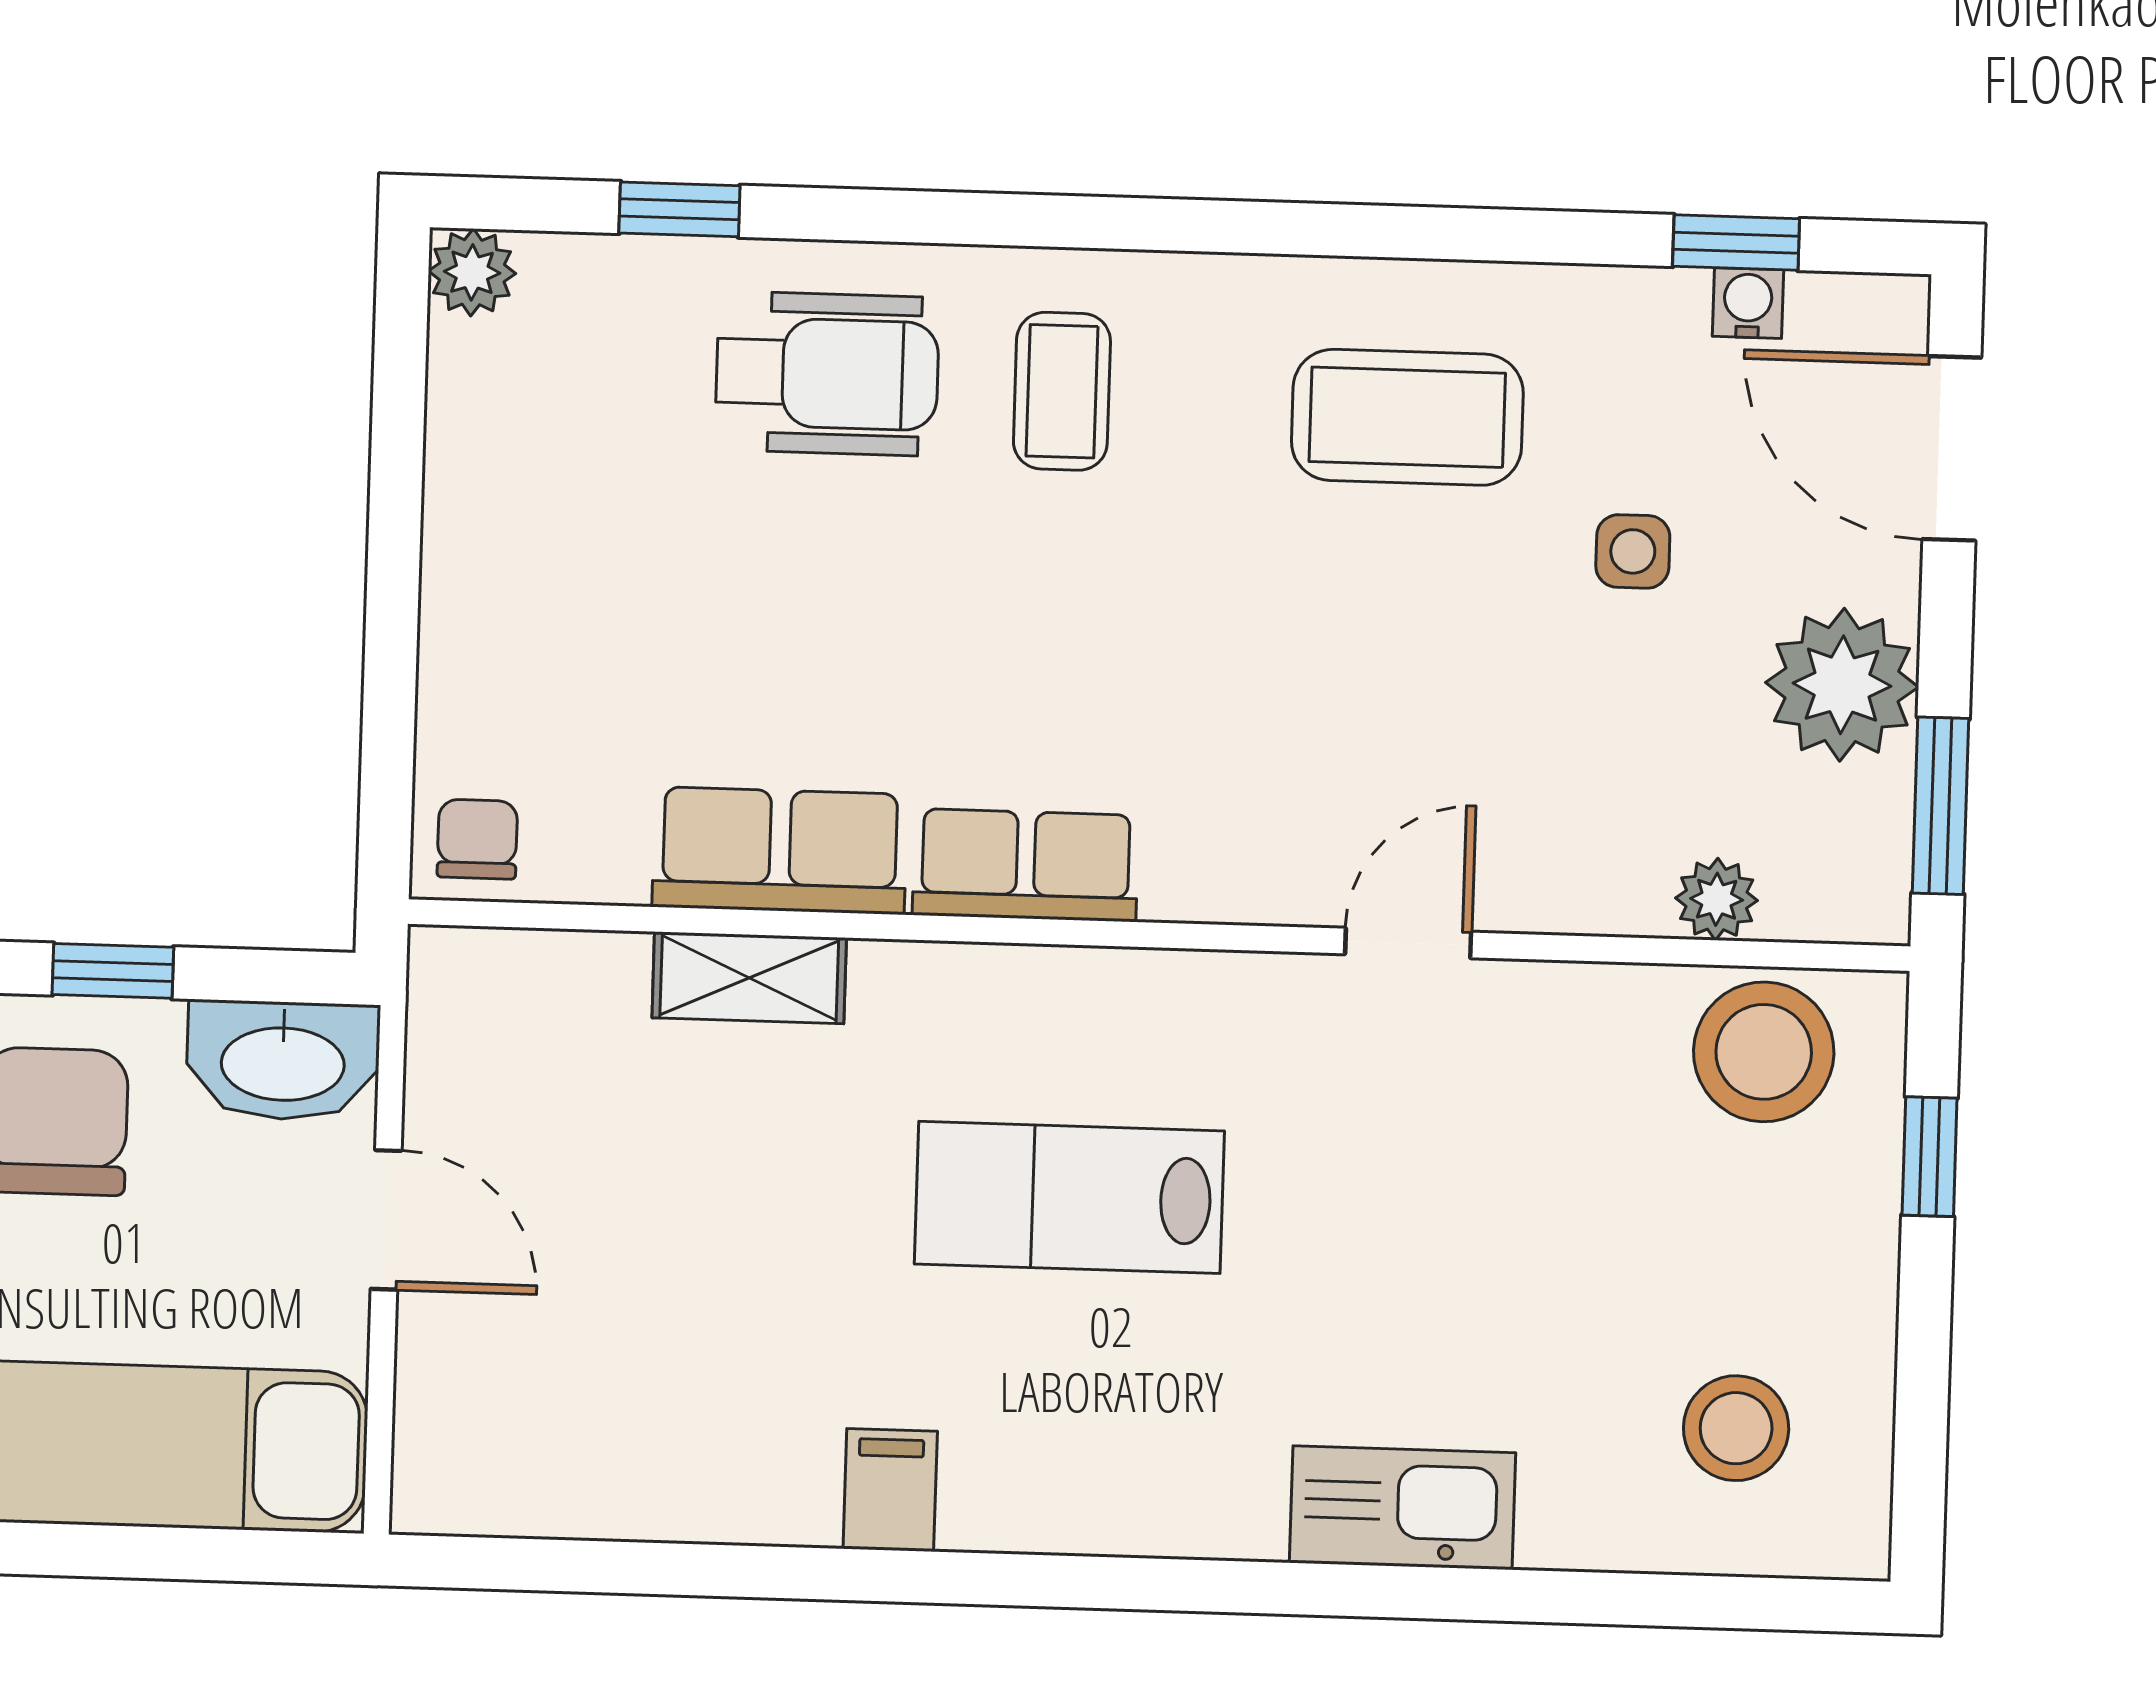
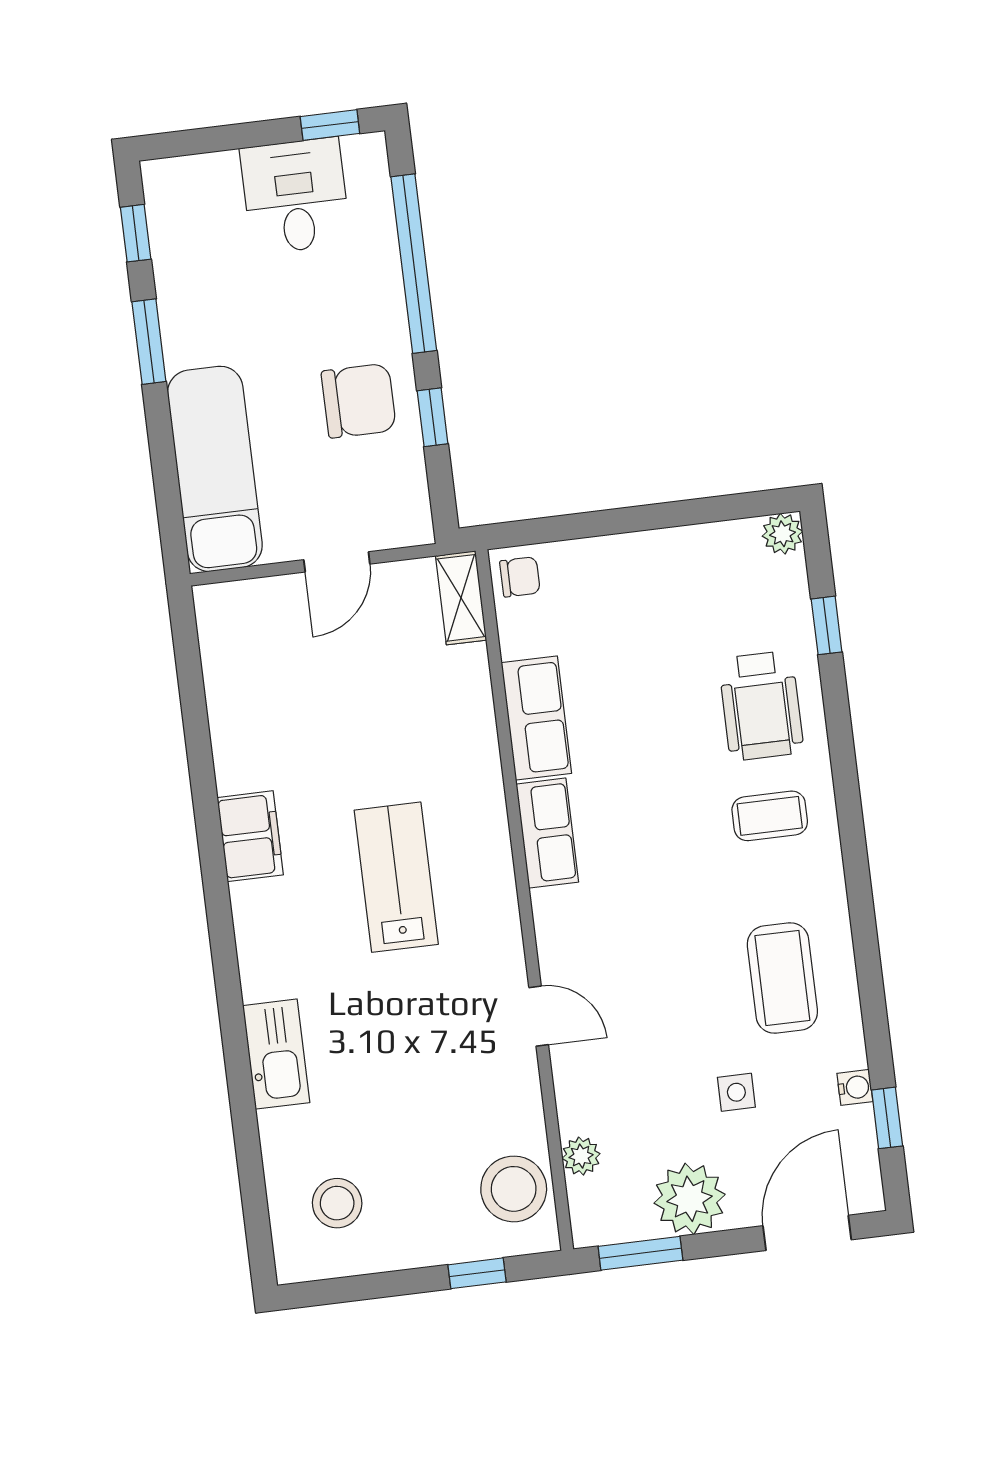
water cooler: (1748, 303) -> (855, 1087), moved
shelving: (749, 978) -> (461, 598), moved
washbasin: (283, 1061) -> (403, 503), removed
filing cabinet: (890, 1490) -> (250, 836), width x2.00

